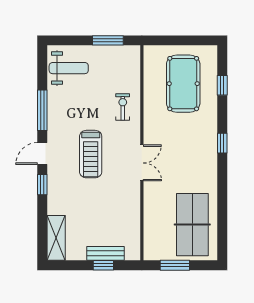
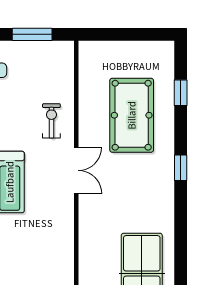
pool table: (183, 84) -> (132, 115), moved
double door: (142, 163) -> (76, 170), moved

